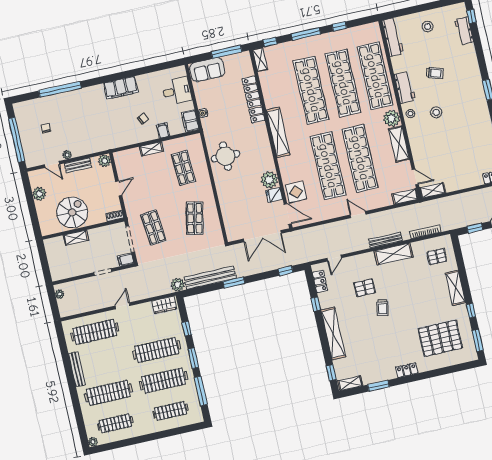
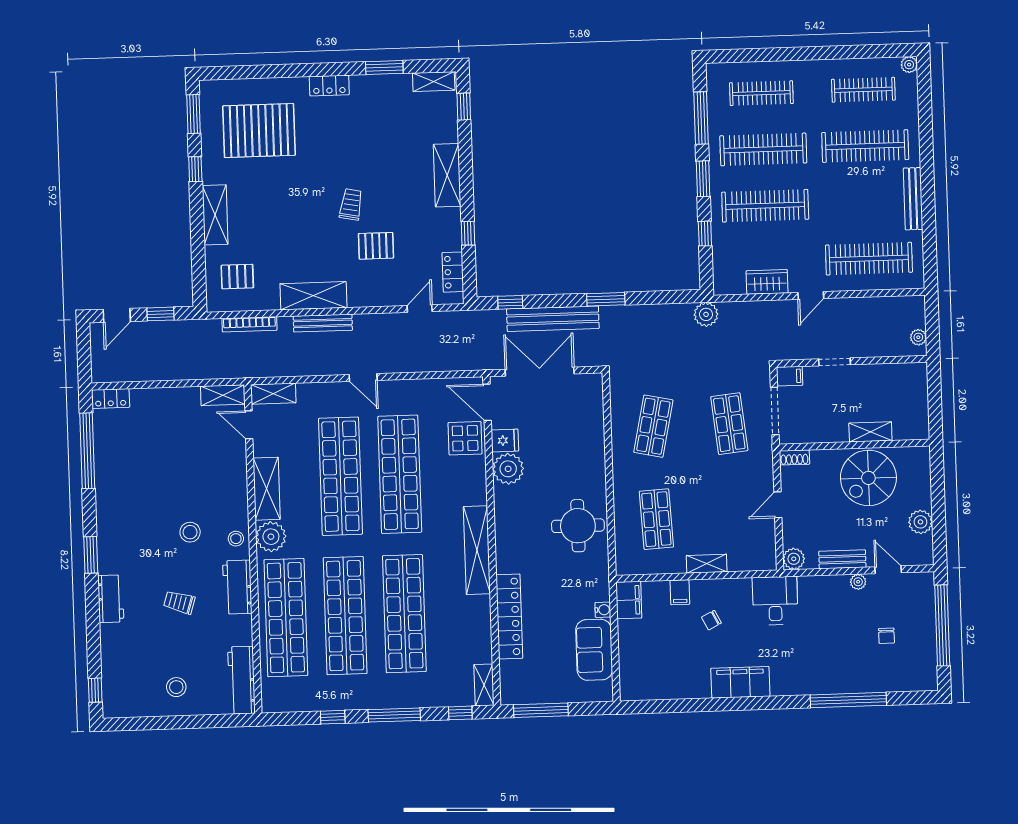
workbench: (464, 31) -> (111, 599), moved
sofa: (207, 70) -> (594, 650), moved, turned -90
desk: (177, 91) -> (775, 601), moved, turned 90
bench: (210, 278) -> (553, 319), moved
wardrobe: (164, 305) -> (767, 282), moved
shelving: (333, 334) -> (447, 175), width x0.68

